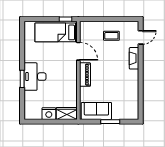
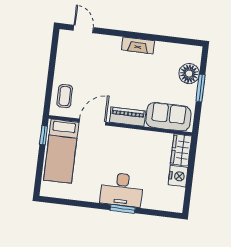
coffee table: (111, 36) -> (65, 96), moved
fireplace: (134, 58) -> (138, 45), moved
sofa: (96, 111) -> (168, 117), moved, turned 90
floor lamp: (119, 113) -> (189, 74), added

